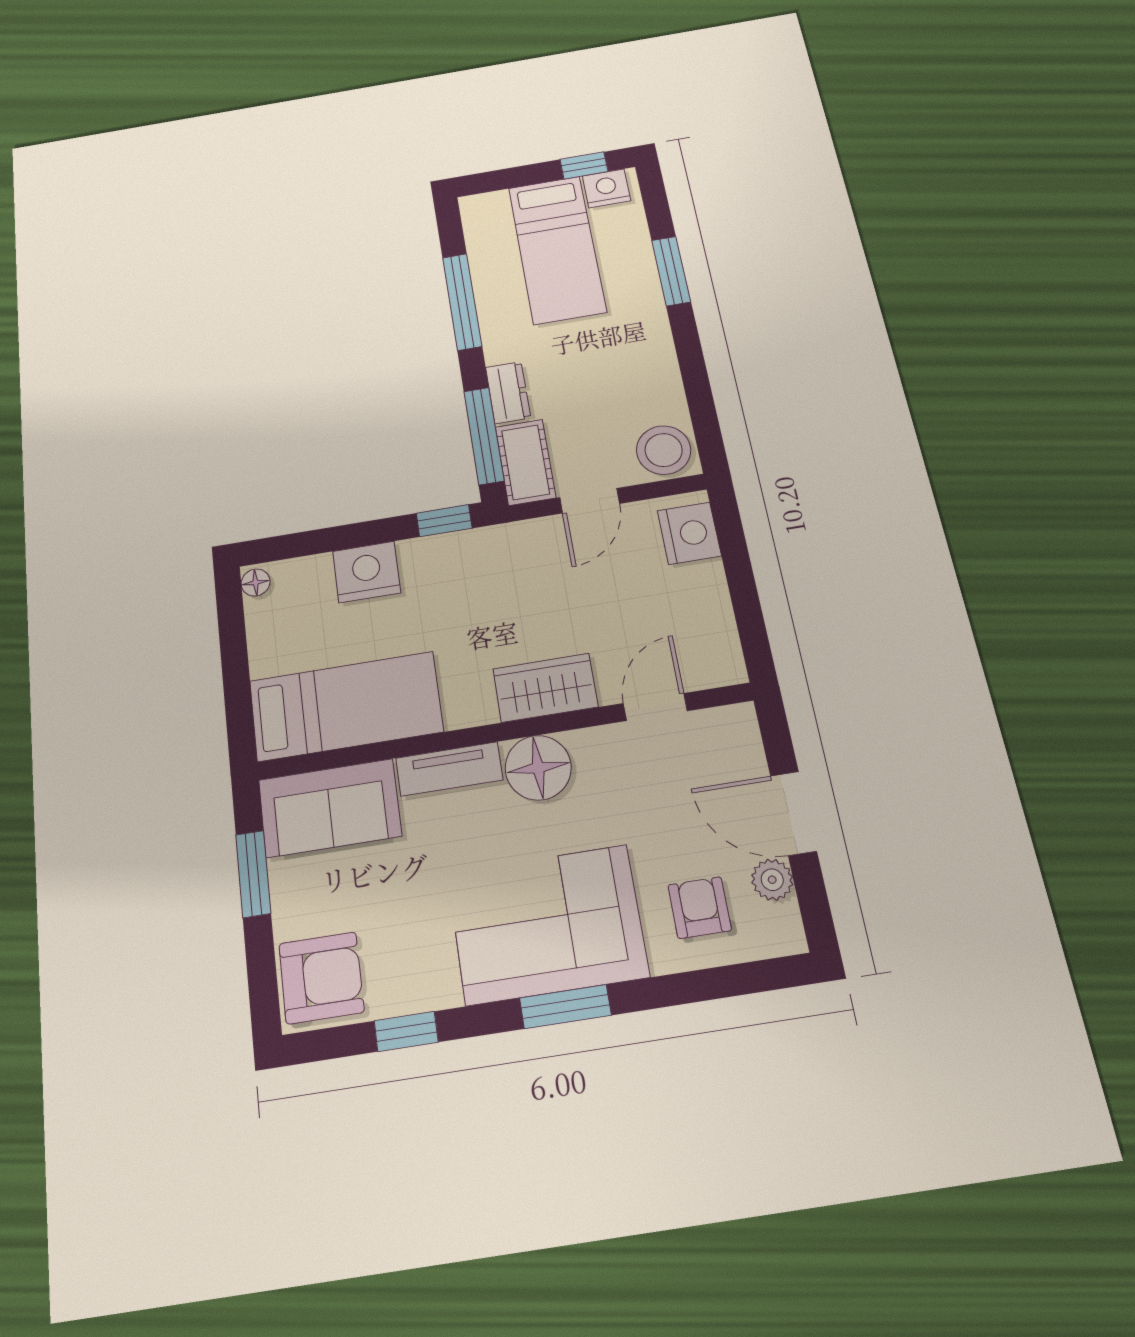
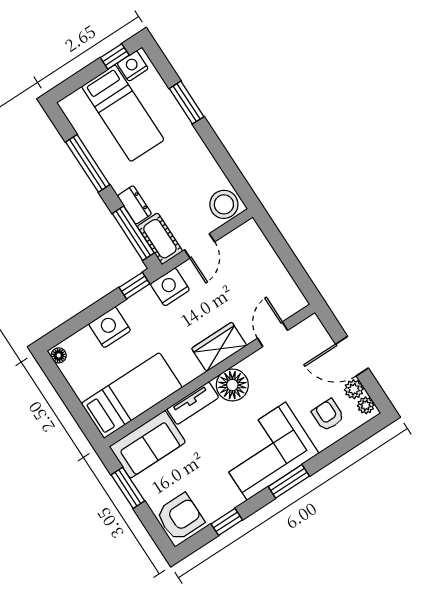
nightstand: (689, 533) -> (170, 287), moved, turned -90
plant: (784, 923) -> (366, 405), added

